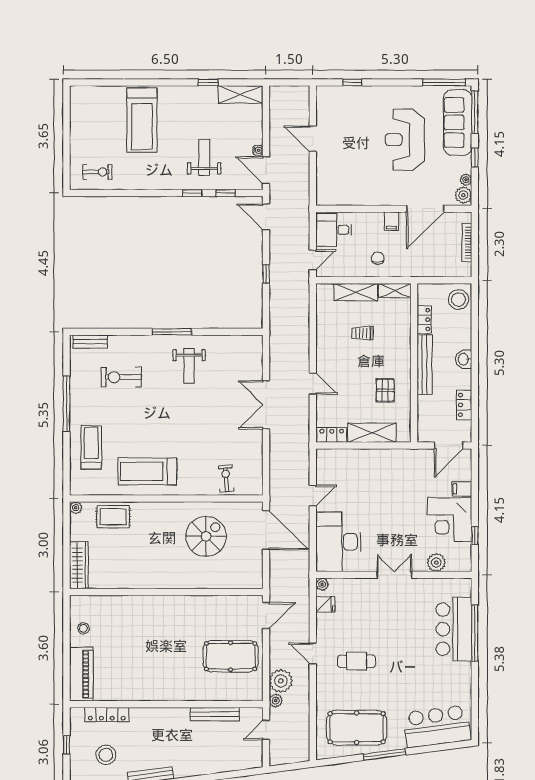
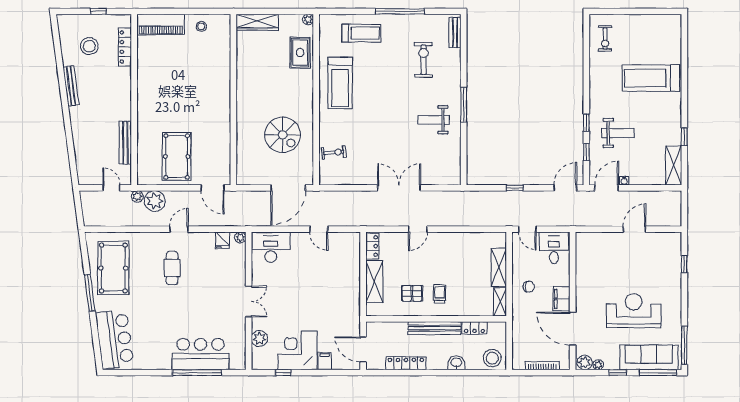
filing cabinet: (391, 221) -> (562, 299), width x2.00
trolley: (362, 333) -> (440, 294), moved
washbasin: (464, 359) -> (456, 363), moved
locker: (464, 405) -> (406, 363), width x1.53
treadmill: (147, 471) -> (340, 83), turned 180
desk: (338, 542) -> (271, 247), width x0.73, depth x0.77

